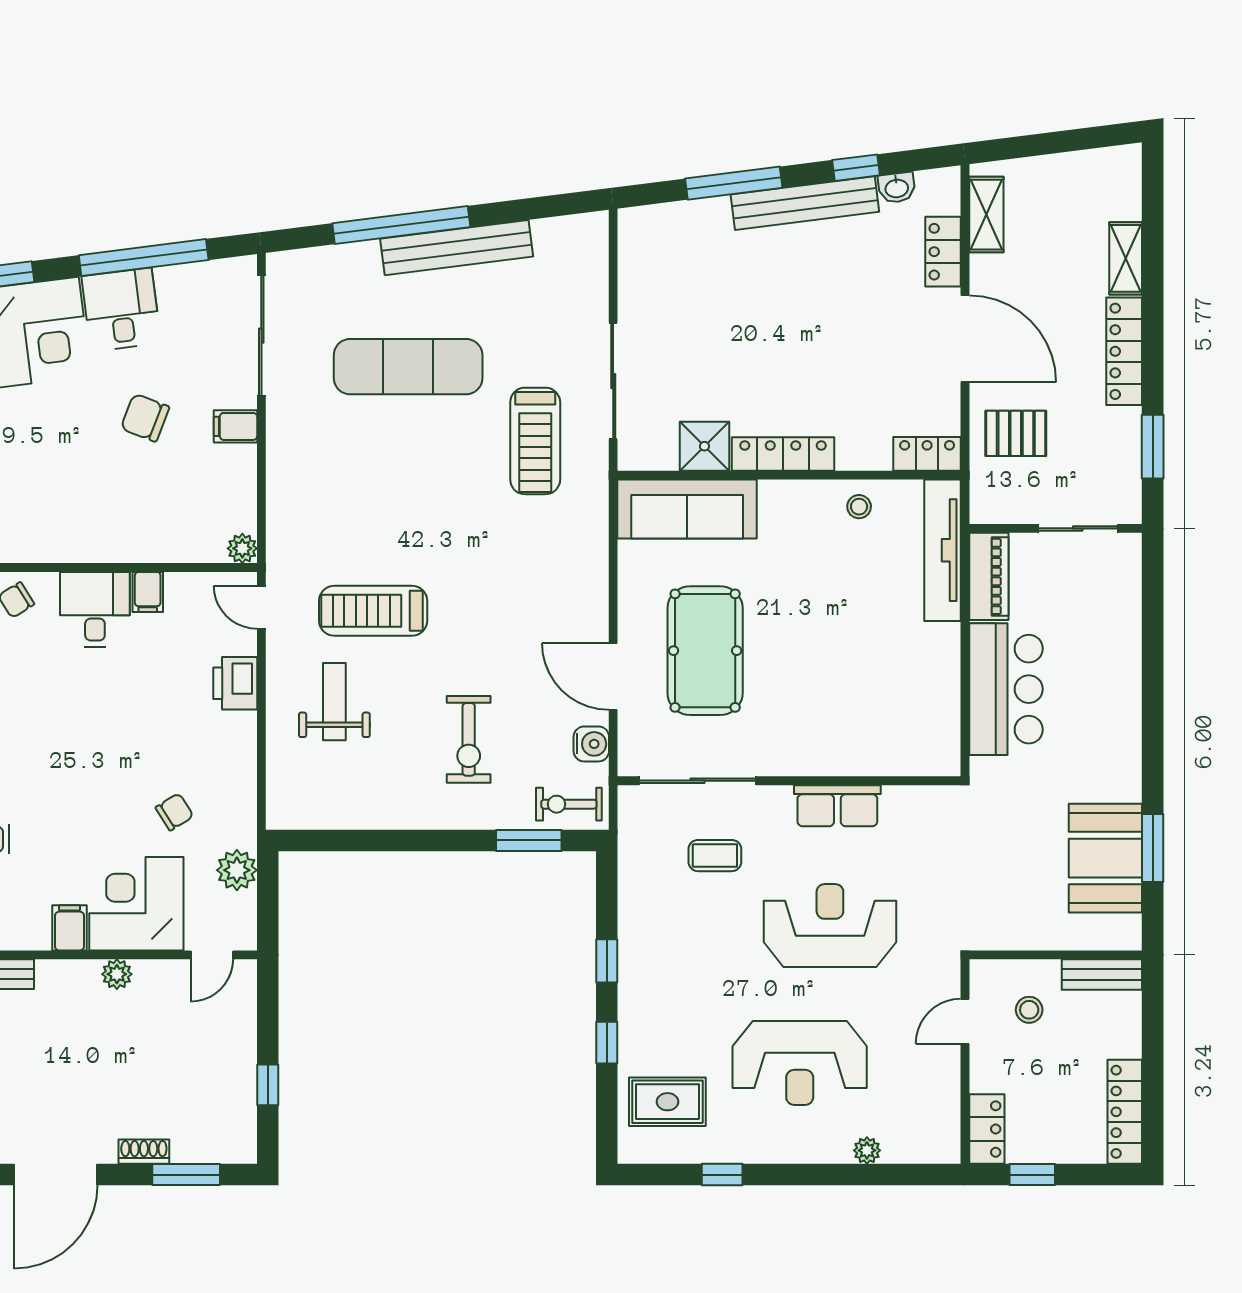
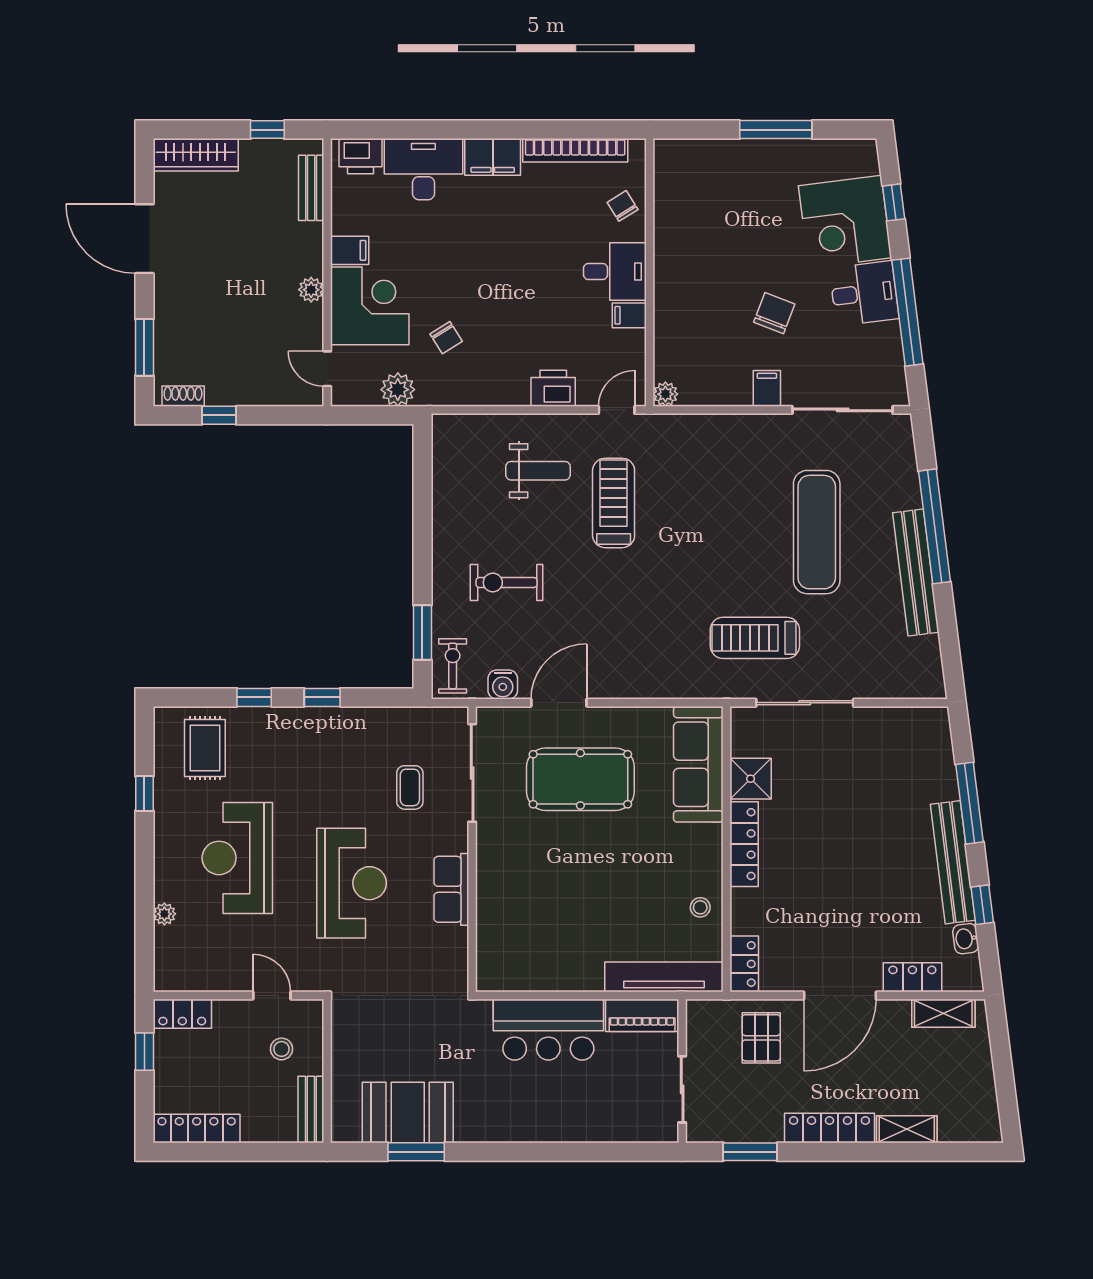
shoe rack: (144, 1152) -> (183, 396), moved, turned -90

